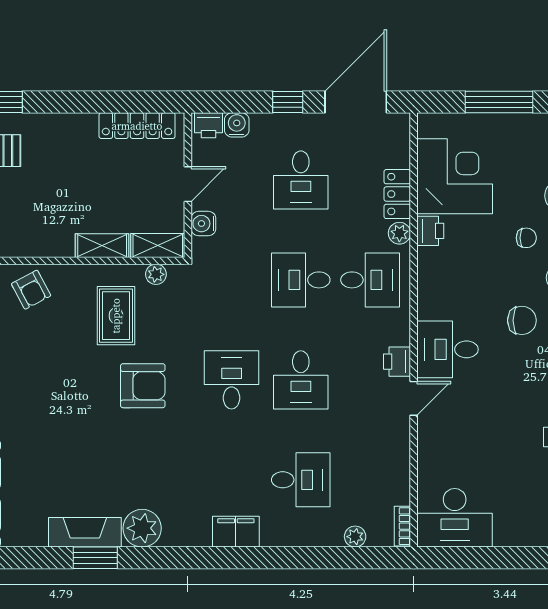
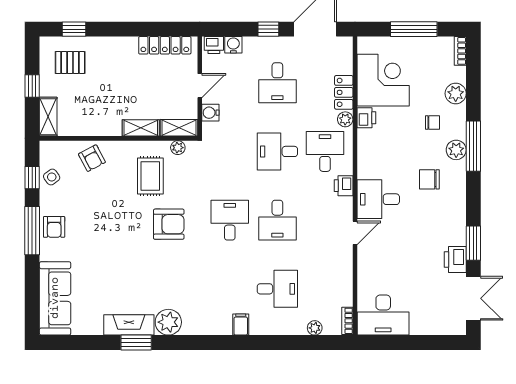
desk: (370, 280) -> (325, 151), turned -90
chair: (522, 320) -> (429, 179), turned 180
printer: (397, 362) -> (344, 186), moved
filing cabinet: (236, 532) -> (241, 325), width x0.50

